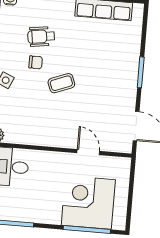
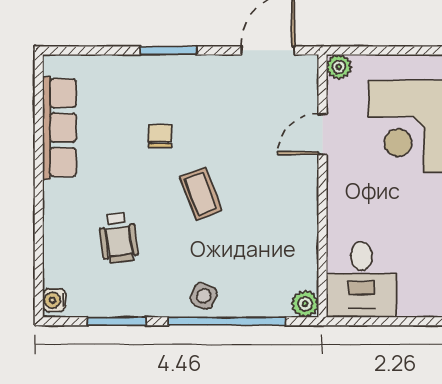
chair: (36, 62) -> (160, 136), moved
plant: (124, 164) -> (339, 67), added

